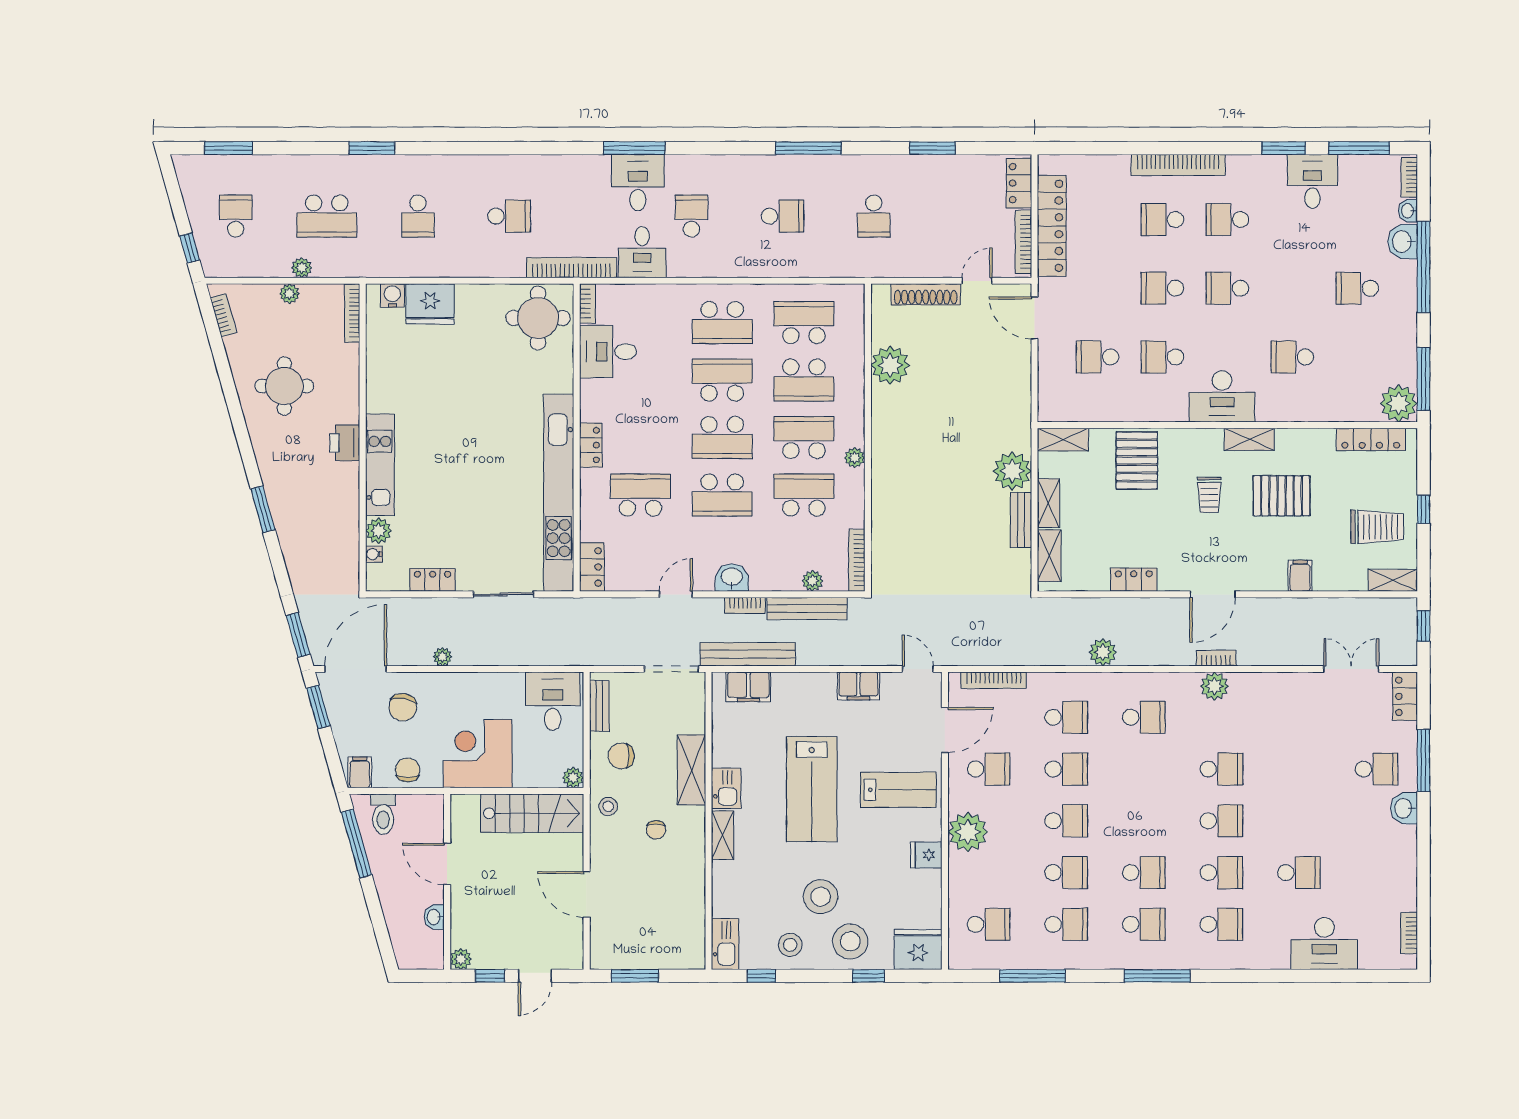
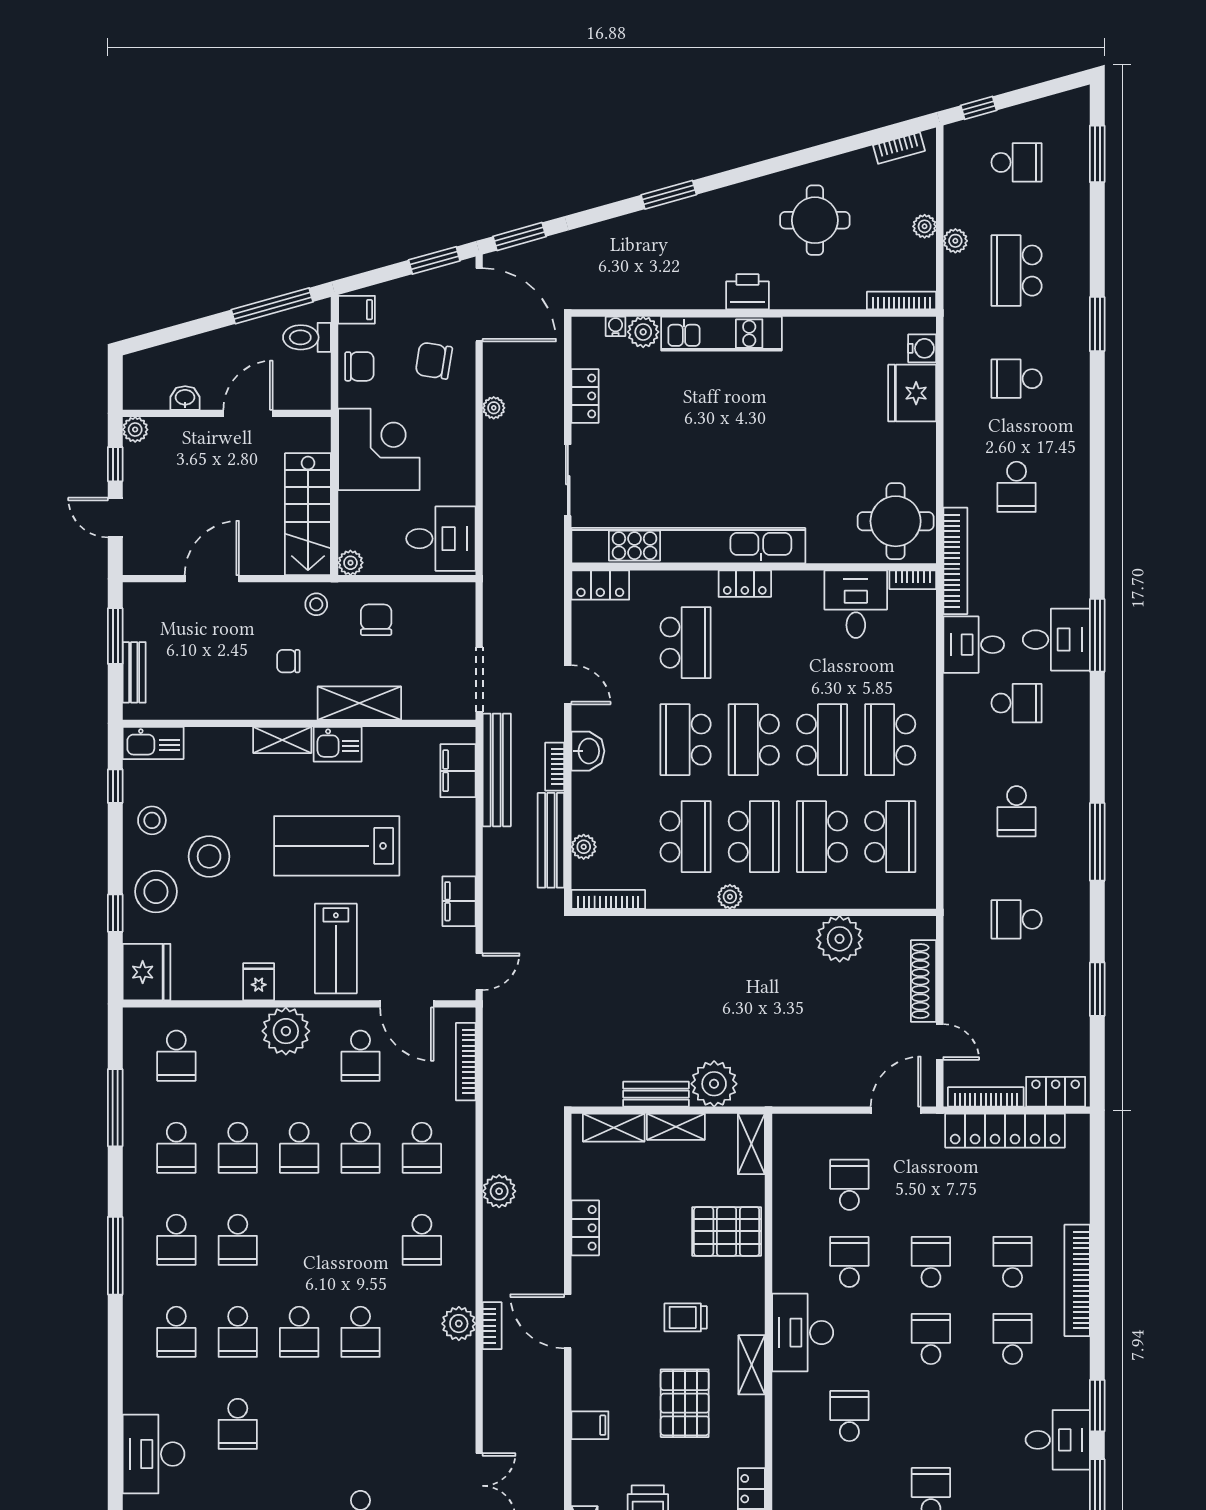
bench: (599, 706) -> (134, 672), moved, turned 90

